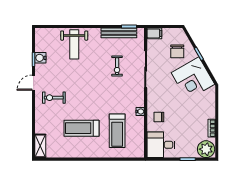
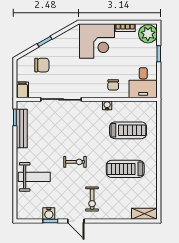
exercise bike: (117, 66) -> (75, 162), moved
corner desk: (193, 79) -> (97, 41), moved, turned 30
treadmill: (82, 128) -> (125, 169), turned 90

